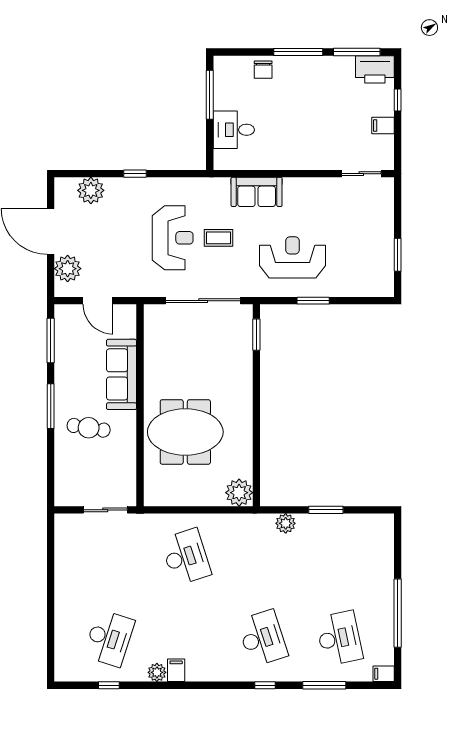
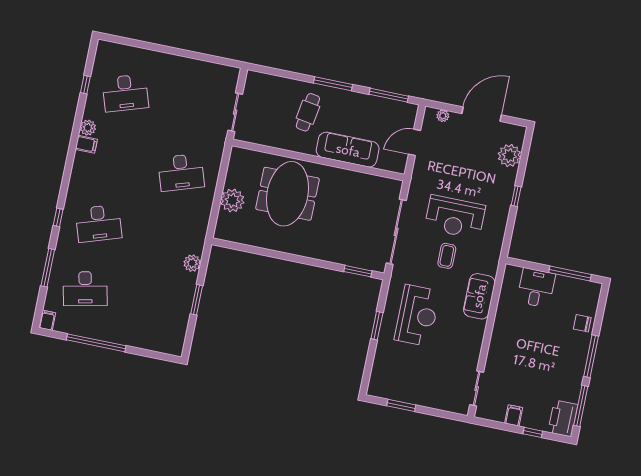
plant: (68, 269) -> (443, 116), width x0.53, depth x0.53
plant: (239, 493) -> (232, 200), moved
desk: (109, 638) -> (125, 93), turned -36

